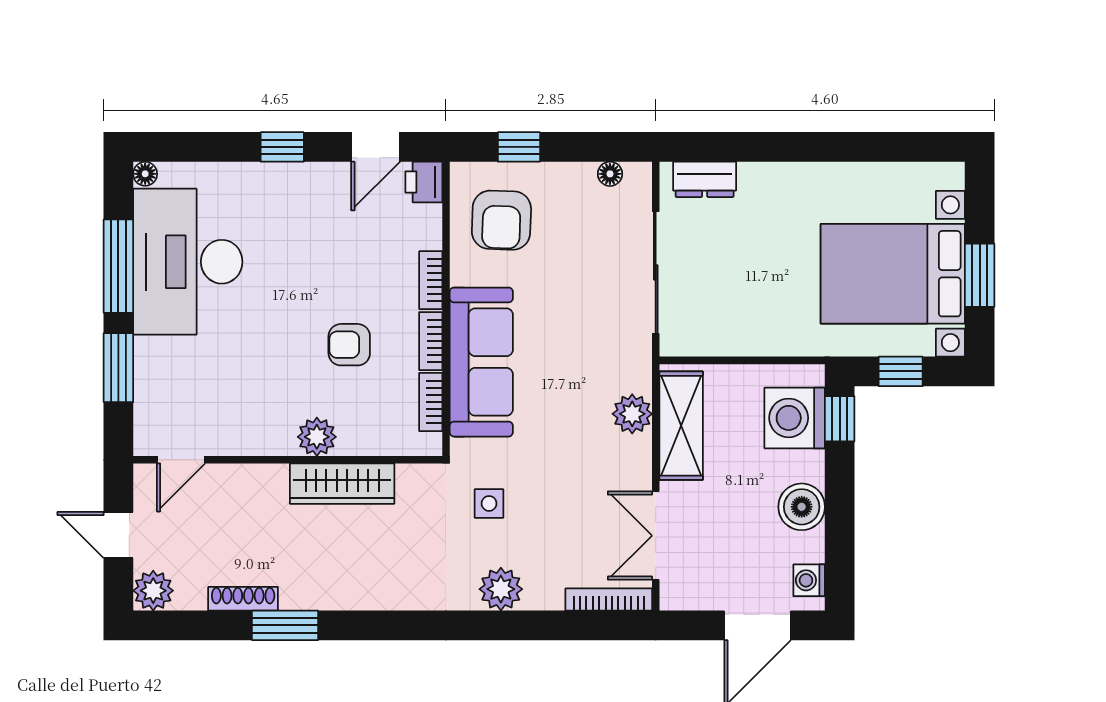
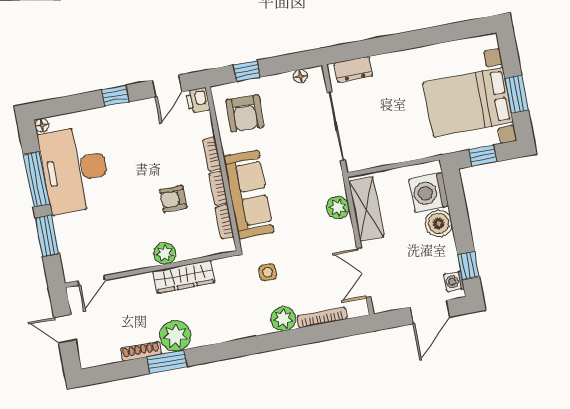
window: (840, 419) -> (468, 266), moved
boiler: (802, 507) -> (439, 223), moved
plant: (153, 591) -> (175, 336), moved, width x1.36, depth x1.36
bookcase: (609, 600) -> (322, 317), moved

